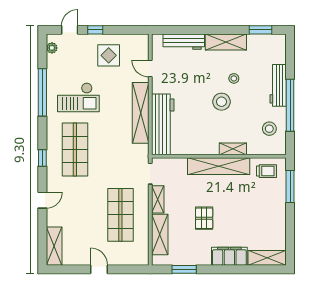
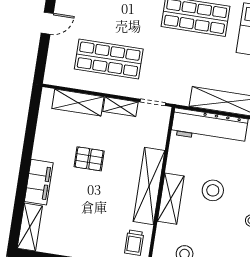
stool: (222, 102) -> (213, 190), moved
shelving: (233, 149) -> (171, 199), width x1.50, depth x1.33
window: (184, 269) -> (31, 125), removed

